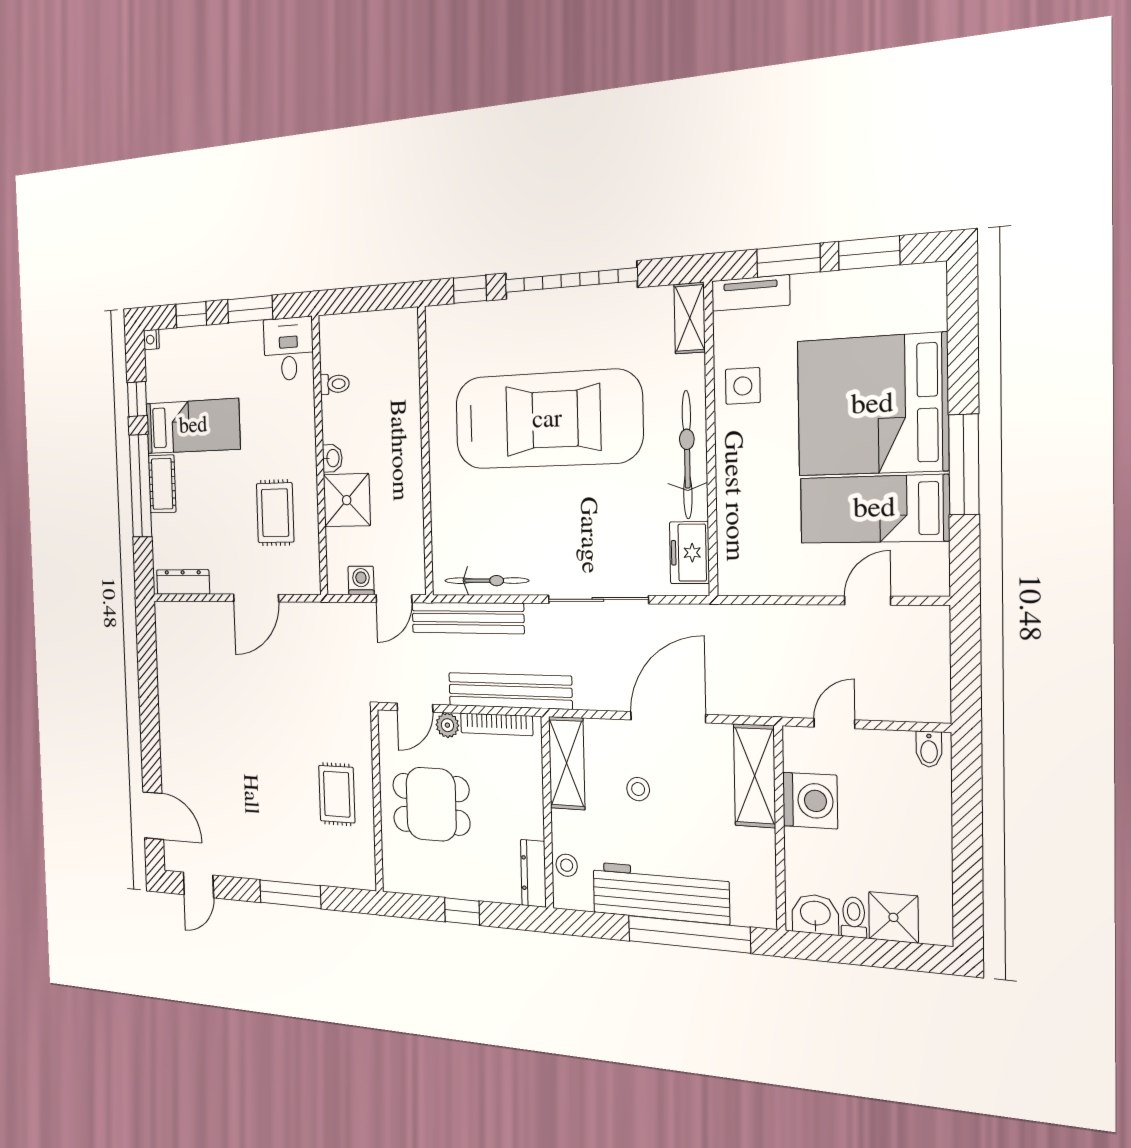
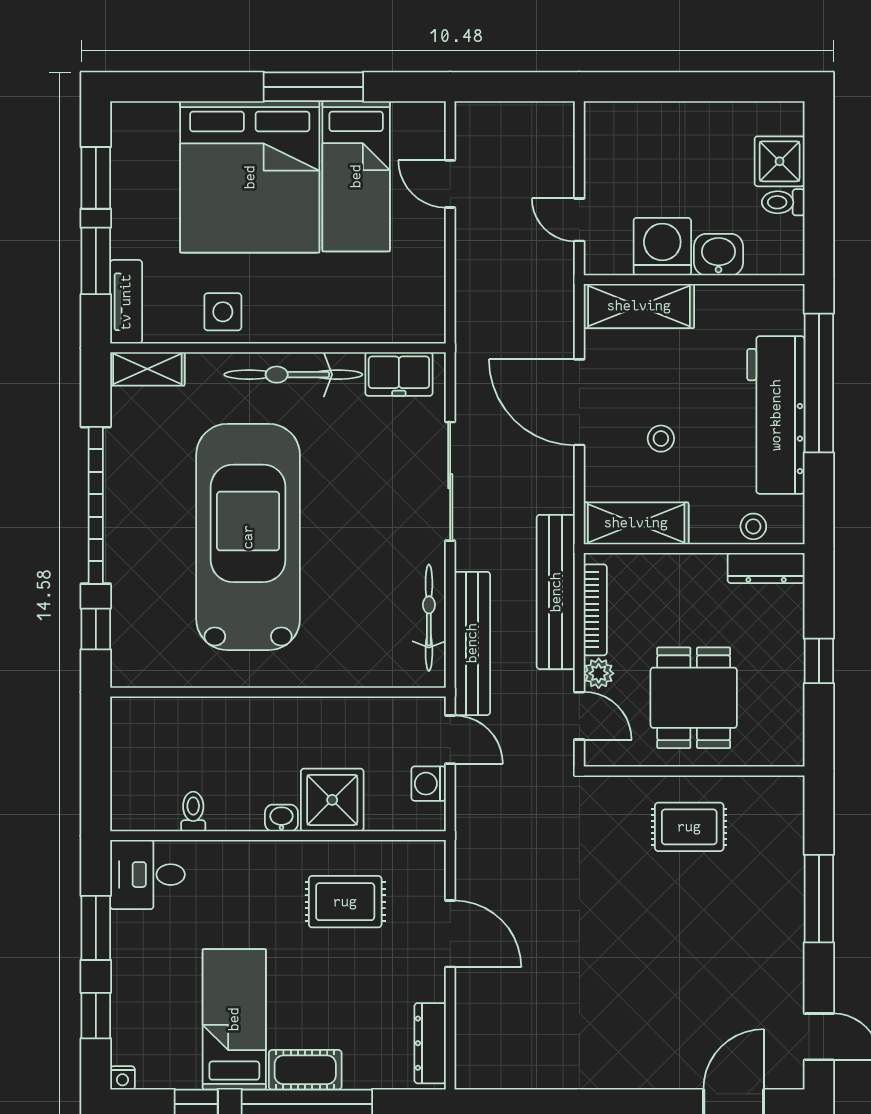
bidet: (929, 749) -> (602, 124), removed
washbasin: (815, 914) -> (719, 255), moved, turned 90

